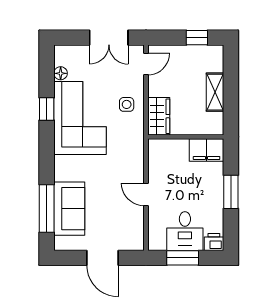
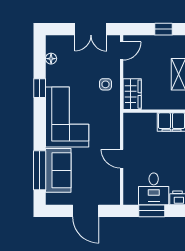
corner sofa: (80, 118) -> (67, 117), moved

